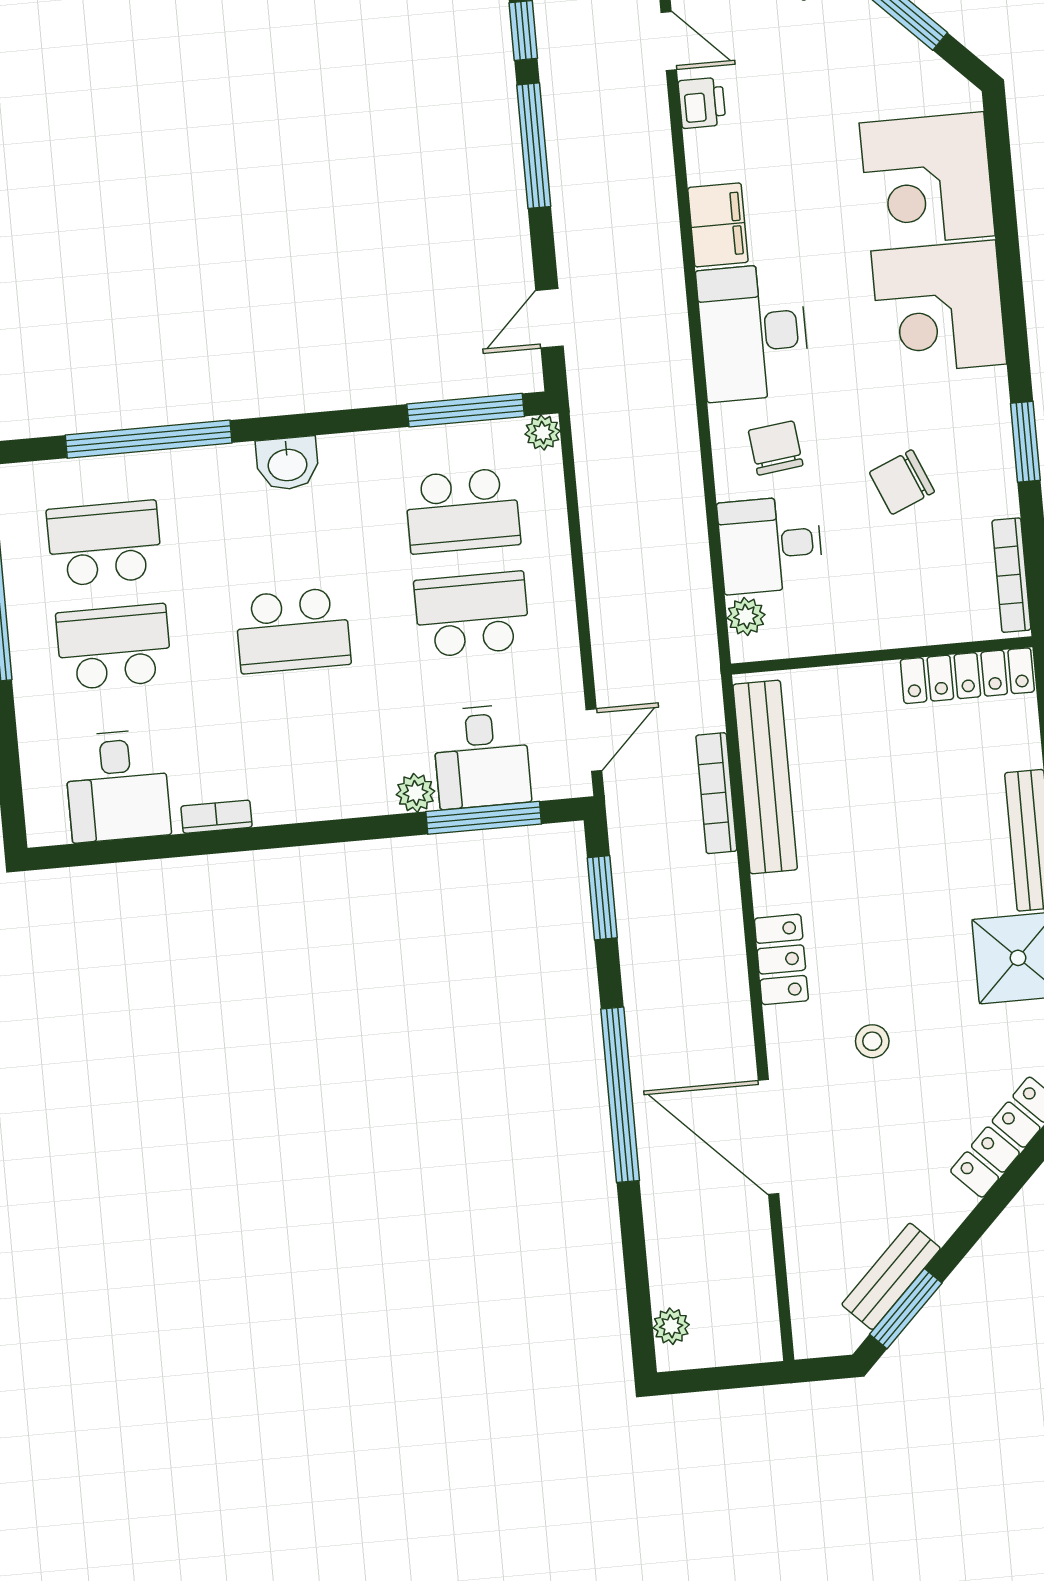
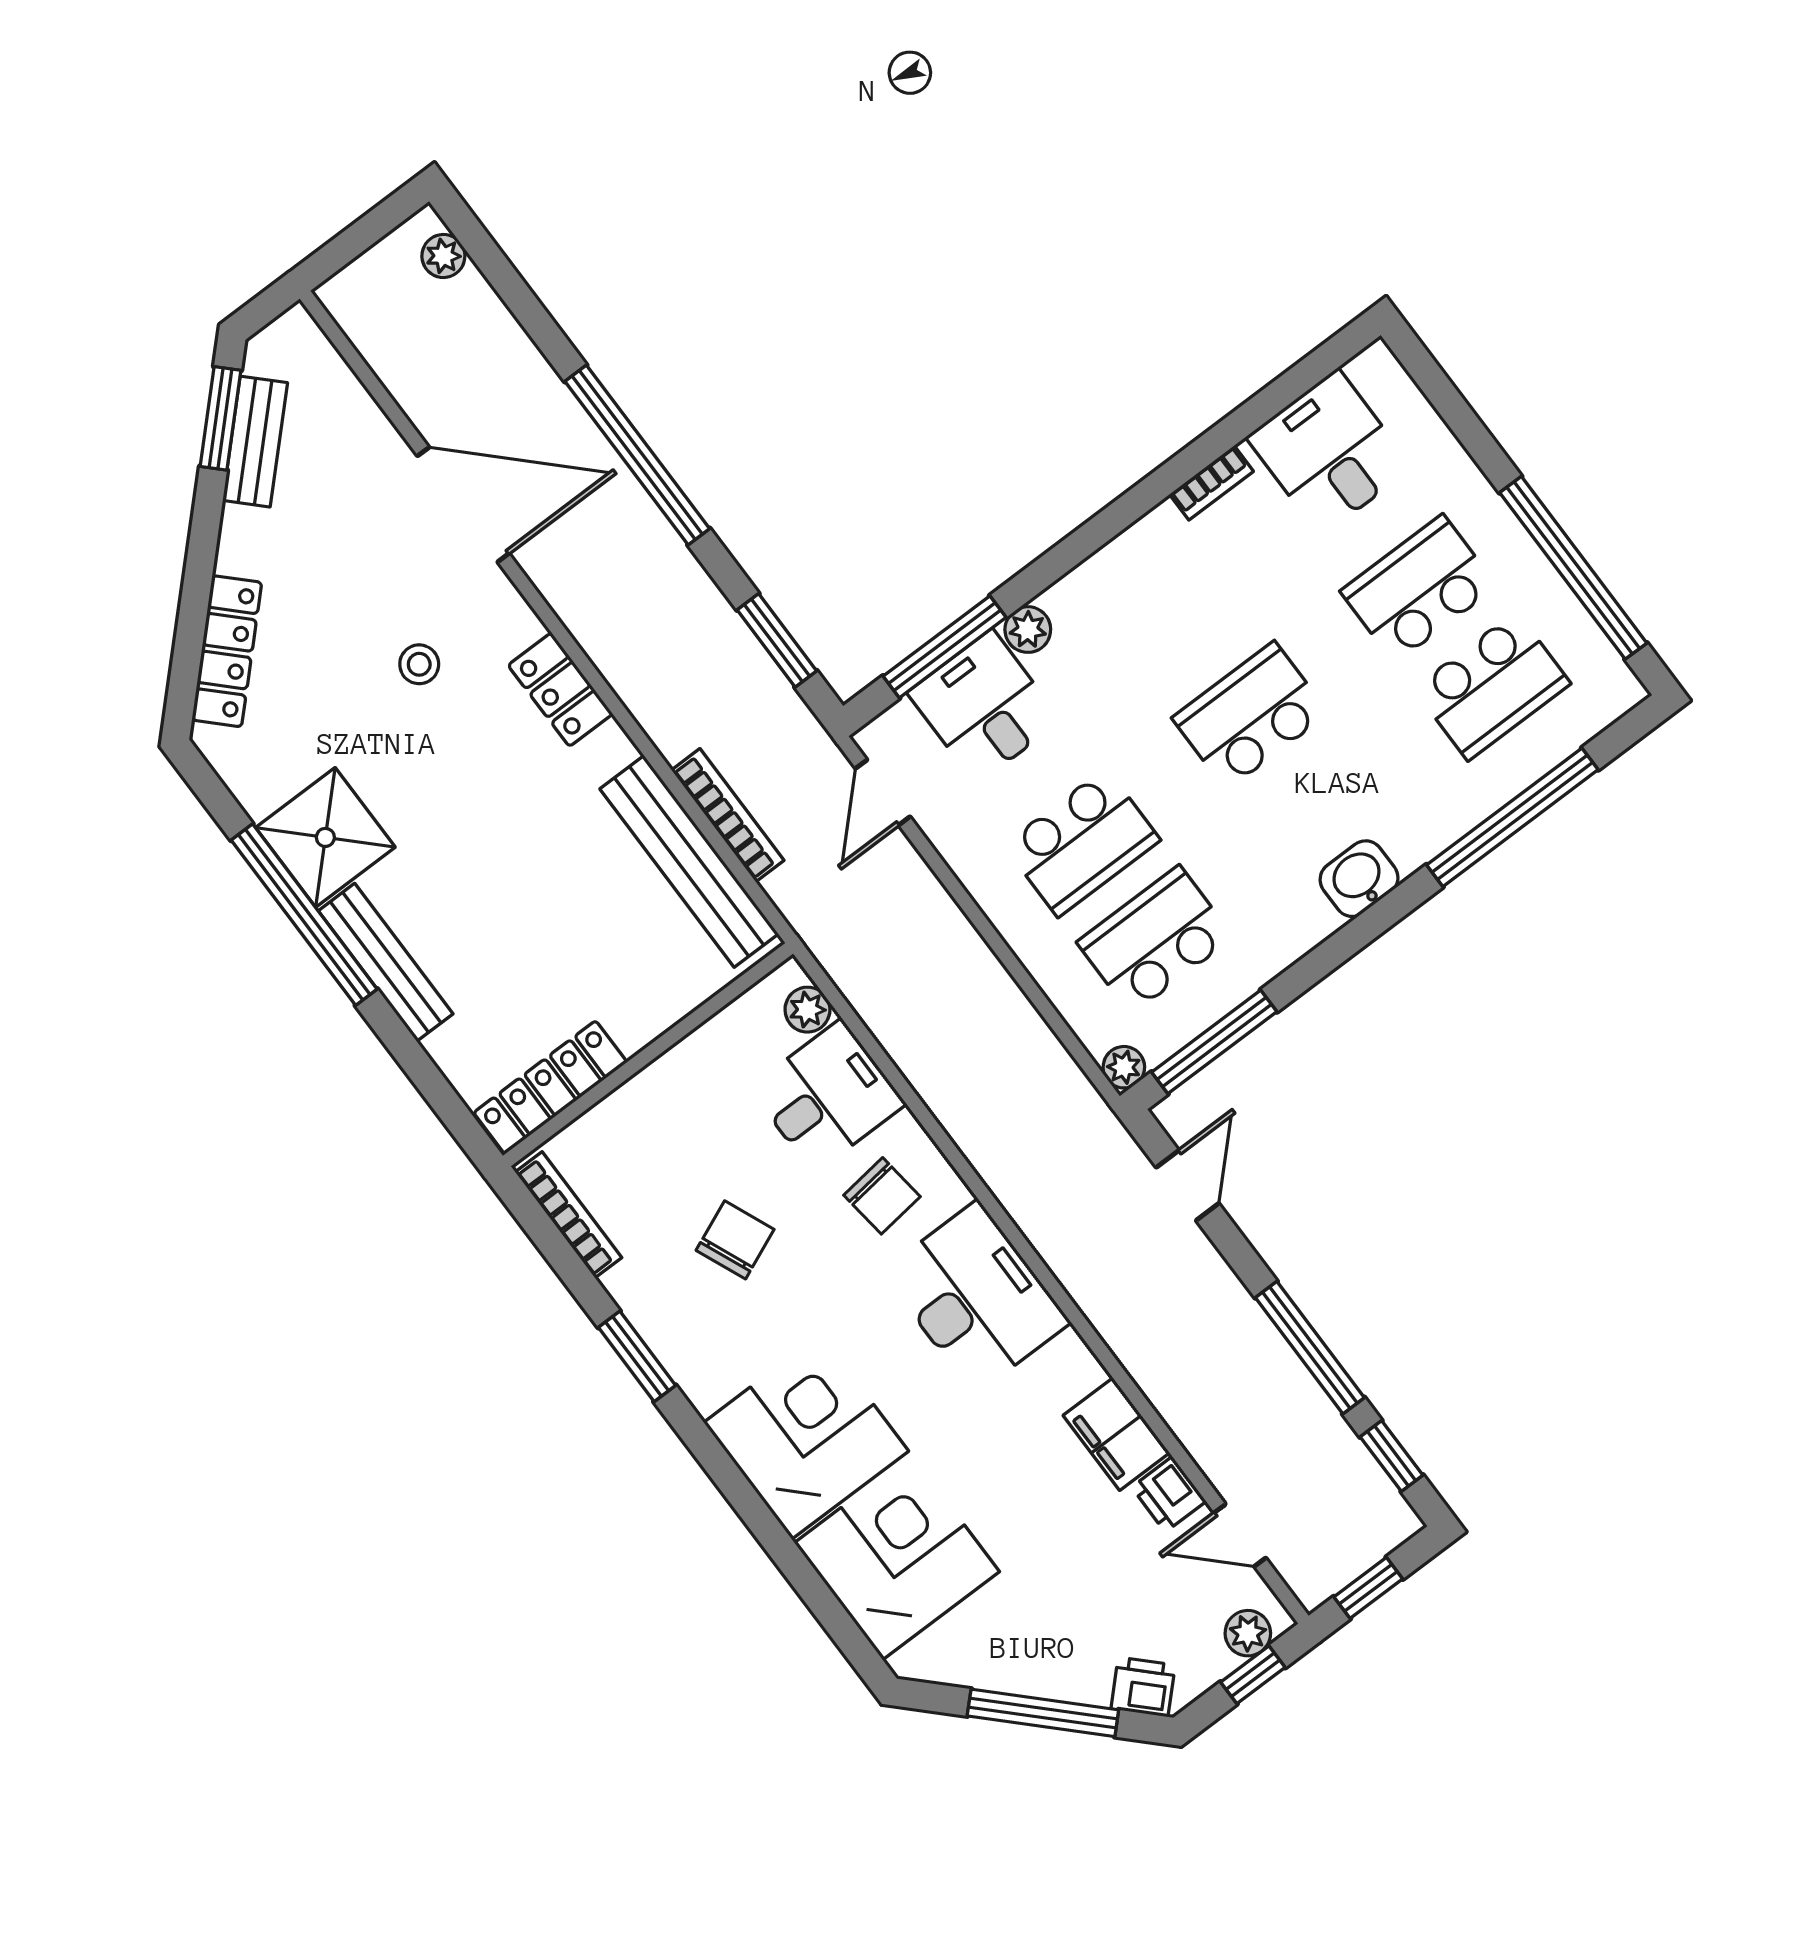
filing cabinet: (718, 225) -> (1116, 1434), moved
school desk: (114, 647) -> (1419, 589), turned 180

